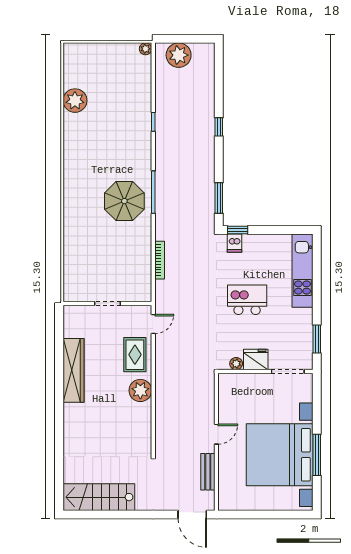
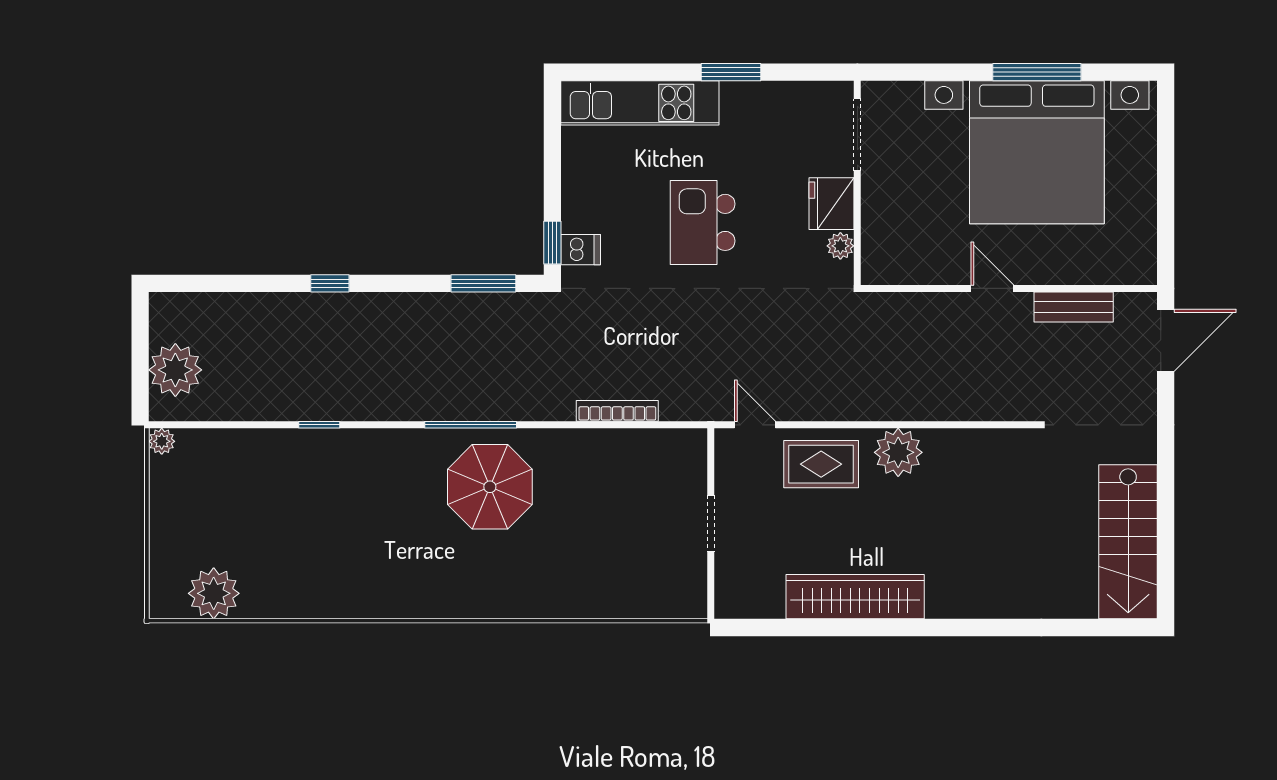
plant: (75, 101) -> (214, 593), moved
window: (317, 339) -> (731, 72), moved

